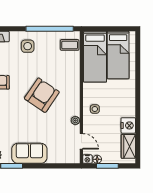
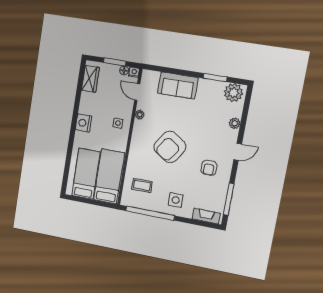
coffee table: (70, 45) -> (142, 185), moved
nightstand: (128, 125) -> (84, 123), moved
sofa: (29, 153) -> (178, 85), moved

